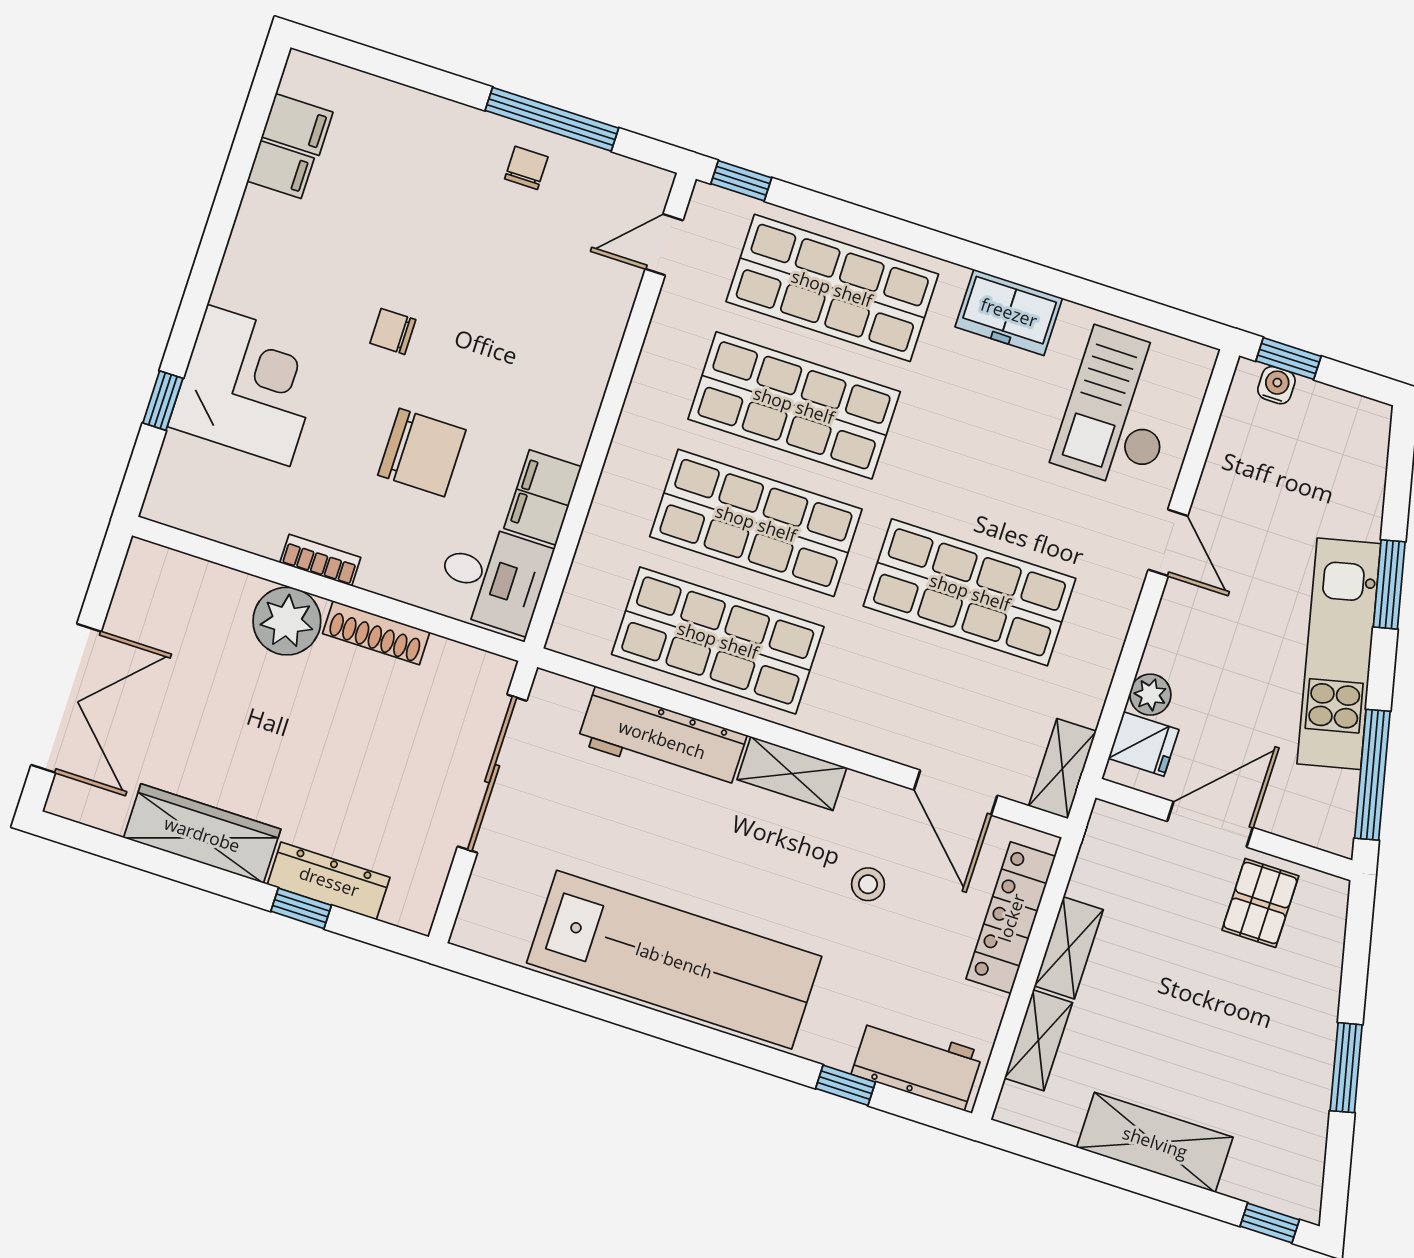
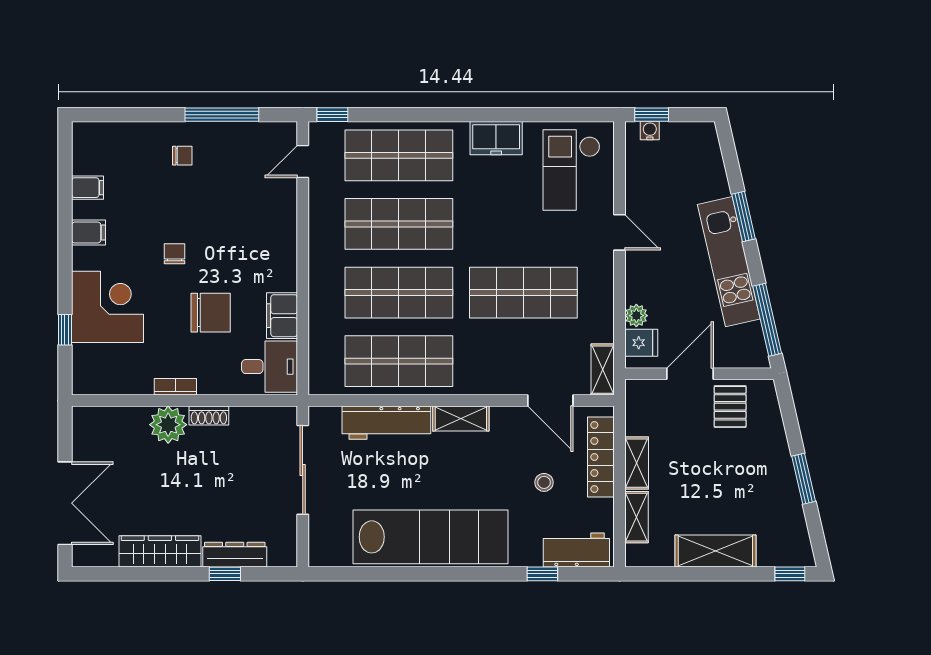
filing cabinet: (297, 125) -> (89, 233), moved
chair: (526, 168) -> (182, 156), moved, turned 90
chair: (393, 331) -> (175, 254), turned 90
shoe rack: (376, 633) -> (209, 416), width x0.70
stool: (868, 884) -> (544, 482), moved

